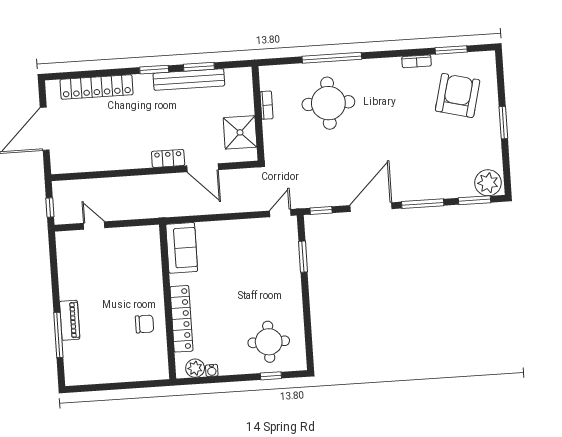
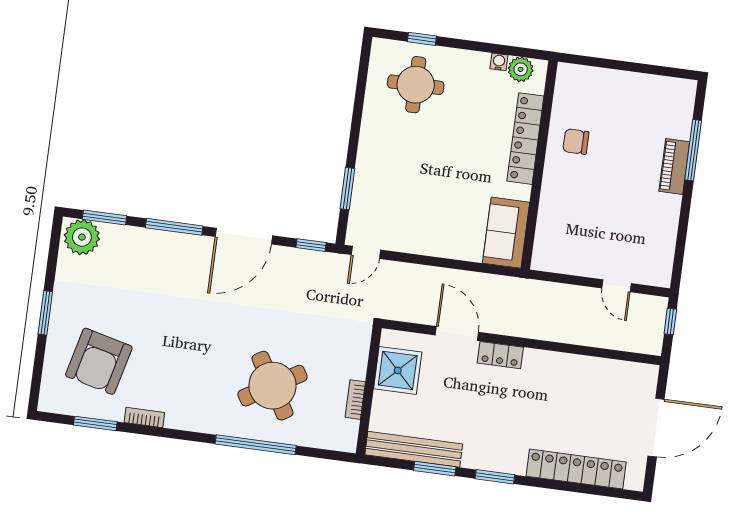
bench: (189, 80) -> (414, 449), moved
round table: (328, 103) -> (272, 386), turned -31

